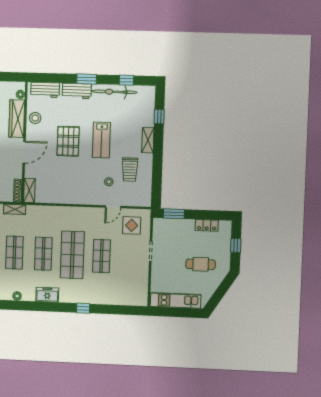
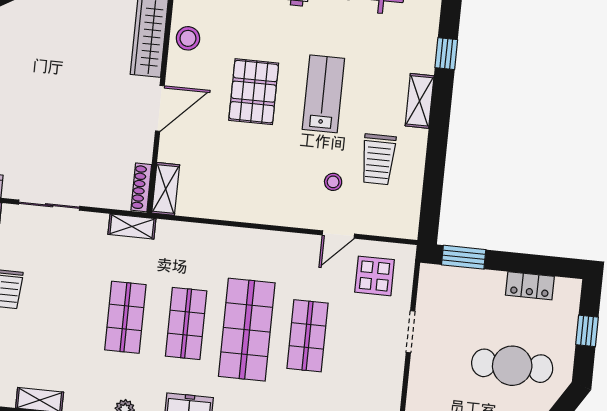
lab bench: (101, 140) -> (323, 94), turned 180
cafe table: (201, 264) -> (512, 366), width x1.37, depth x1.35

